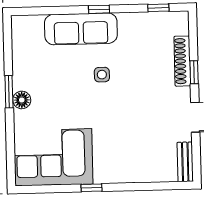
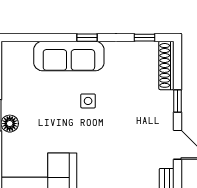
shoe rack: (182, 61) -> (166, 65), moved

